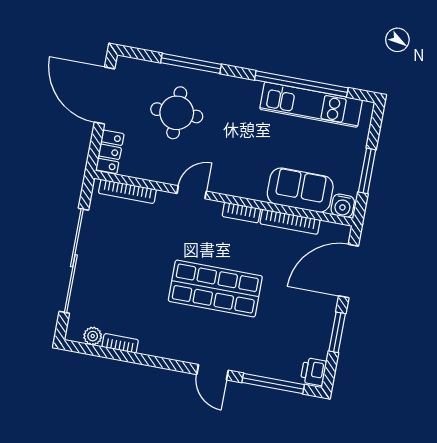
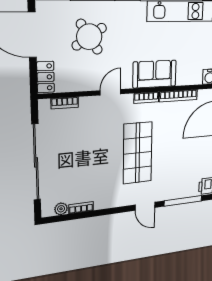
round table: (177, 113) -> (89, 37), turned -33
sofa: (300, 190) -> (155, 74), moved
bookcase: (127, 191) -> (65, 103), width x0.64
shop shelf: (215, 289) -> (138, 153), turned 90

